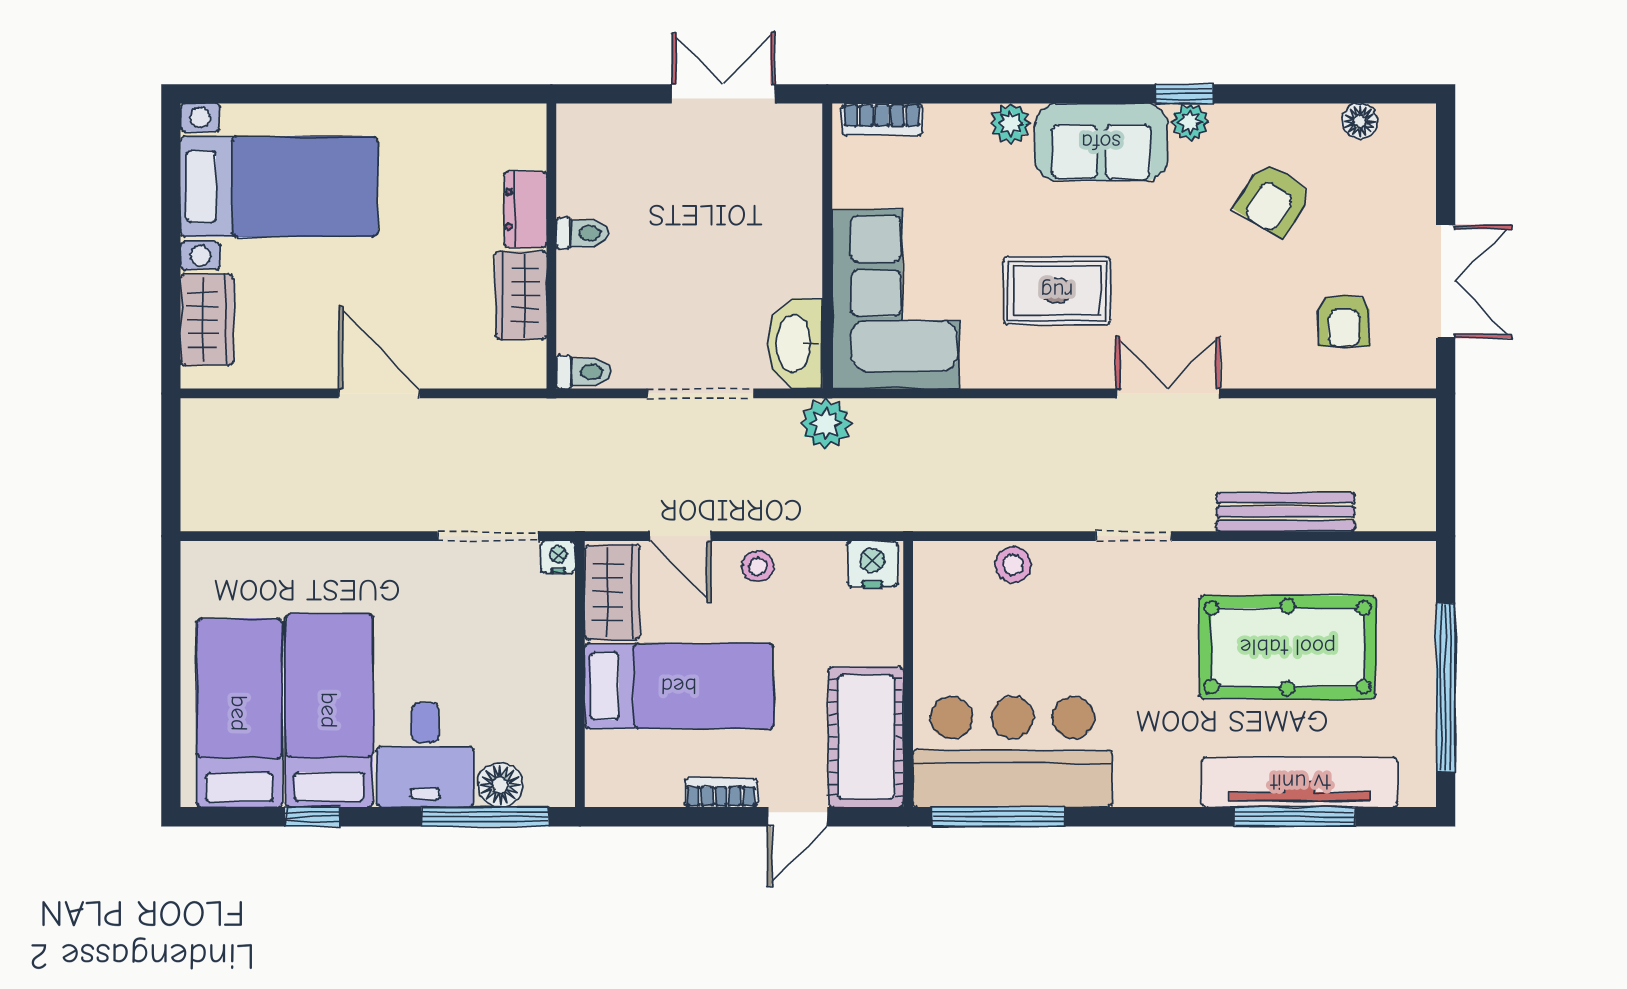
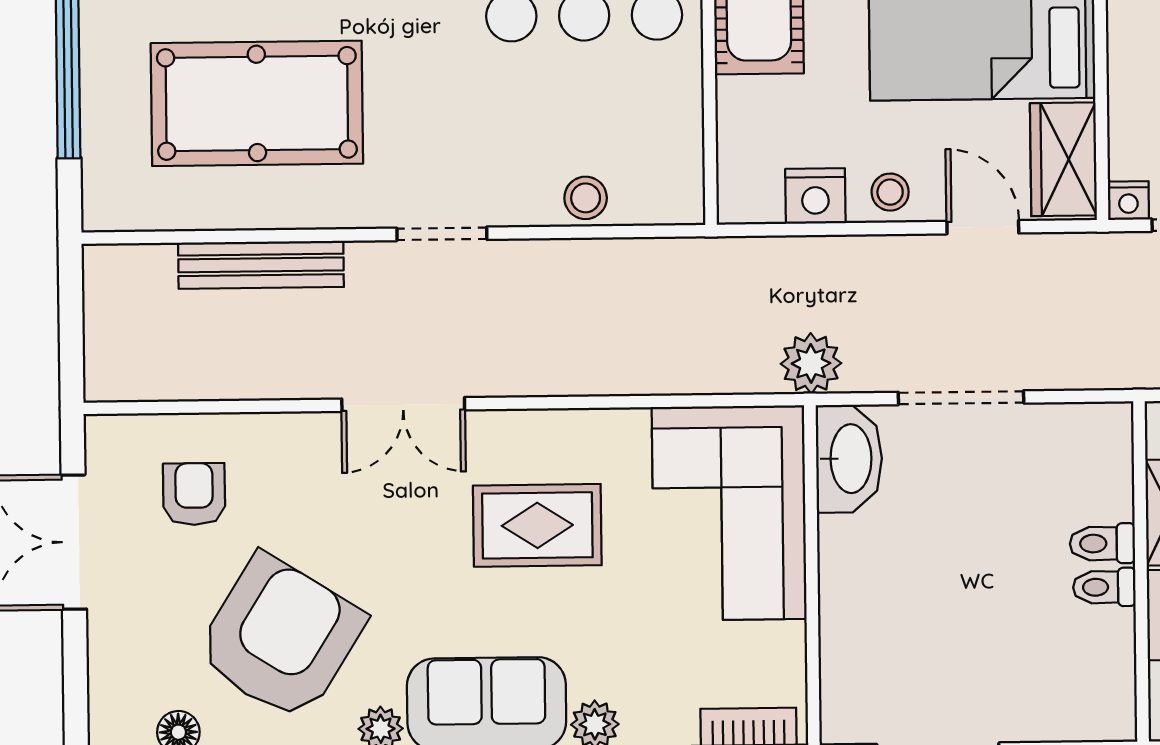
armchair: (1273, 199) -> (280, 638), width x1.88, depth x1.88
toilet: (583, 372) -> (1102, 543), moved
nightstand: (872, 564) -> (815, 196), moved

